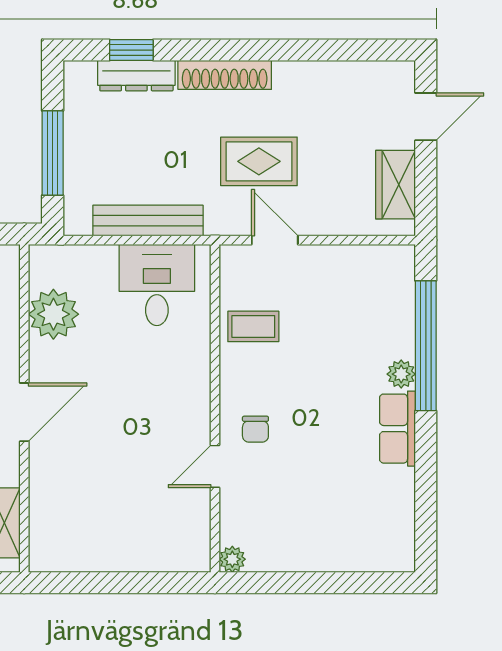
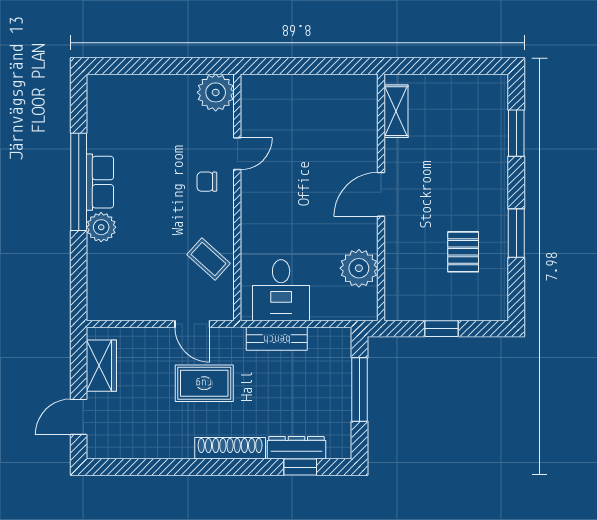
bench: (148, 221) -> (277, 339), width x0.73
coffee table: (253, 326) -> (208, 259), turned 42
window: (426, 346) -> (79, 182), moved
plant: (401, 374) -> (101, 227), width x1.38, depth x1.38
chair: (255, 429) -> (207, 182), turned -90
plant: (232, 559) -> (216, 92), width x1.88, depth x1.88

